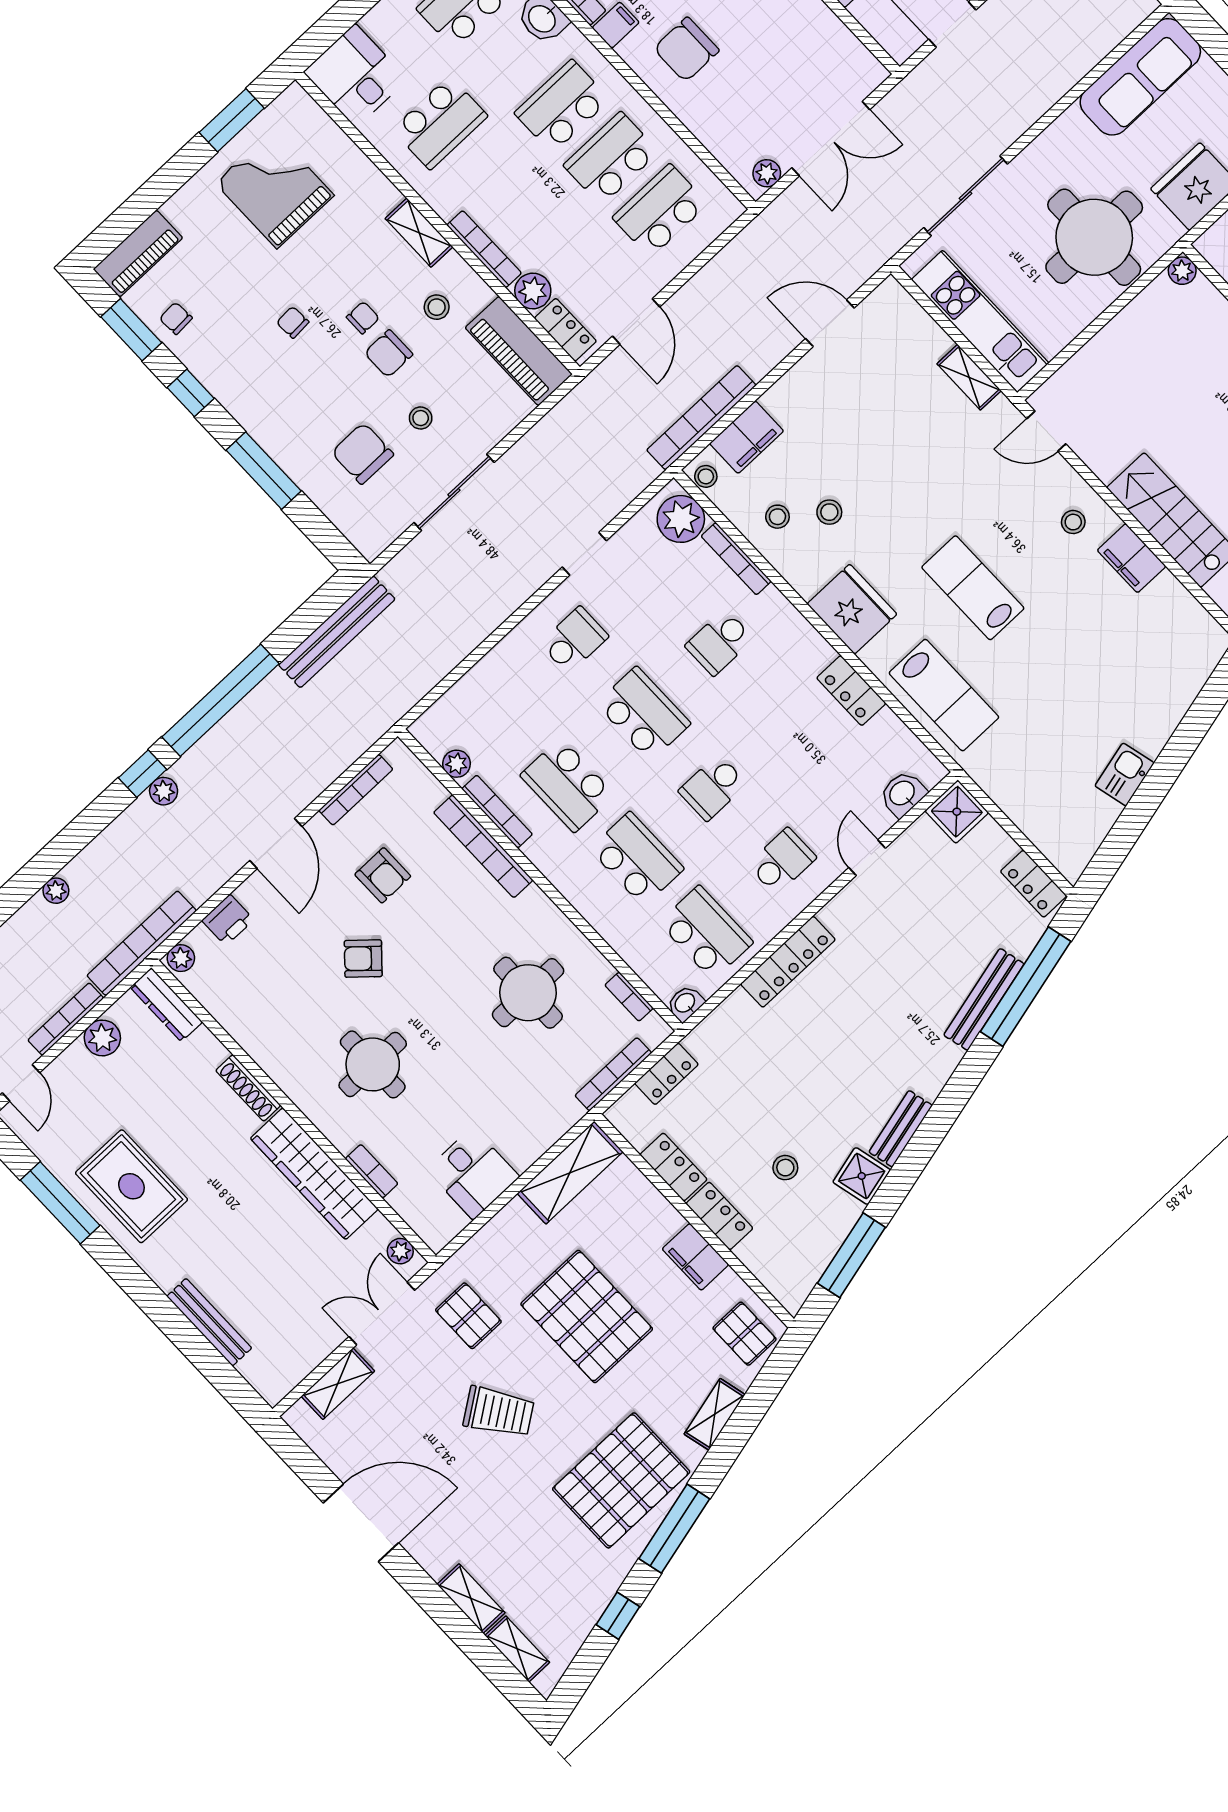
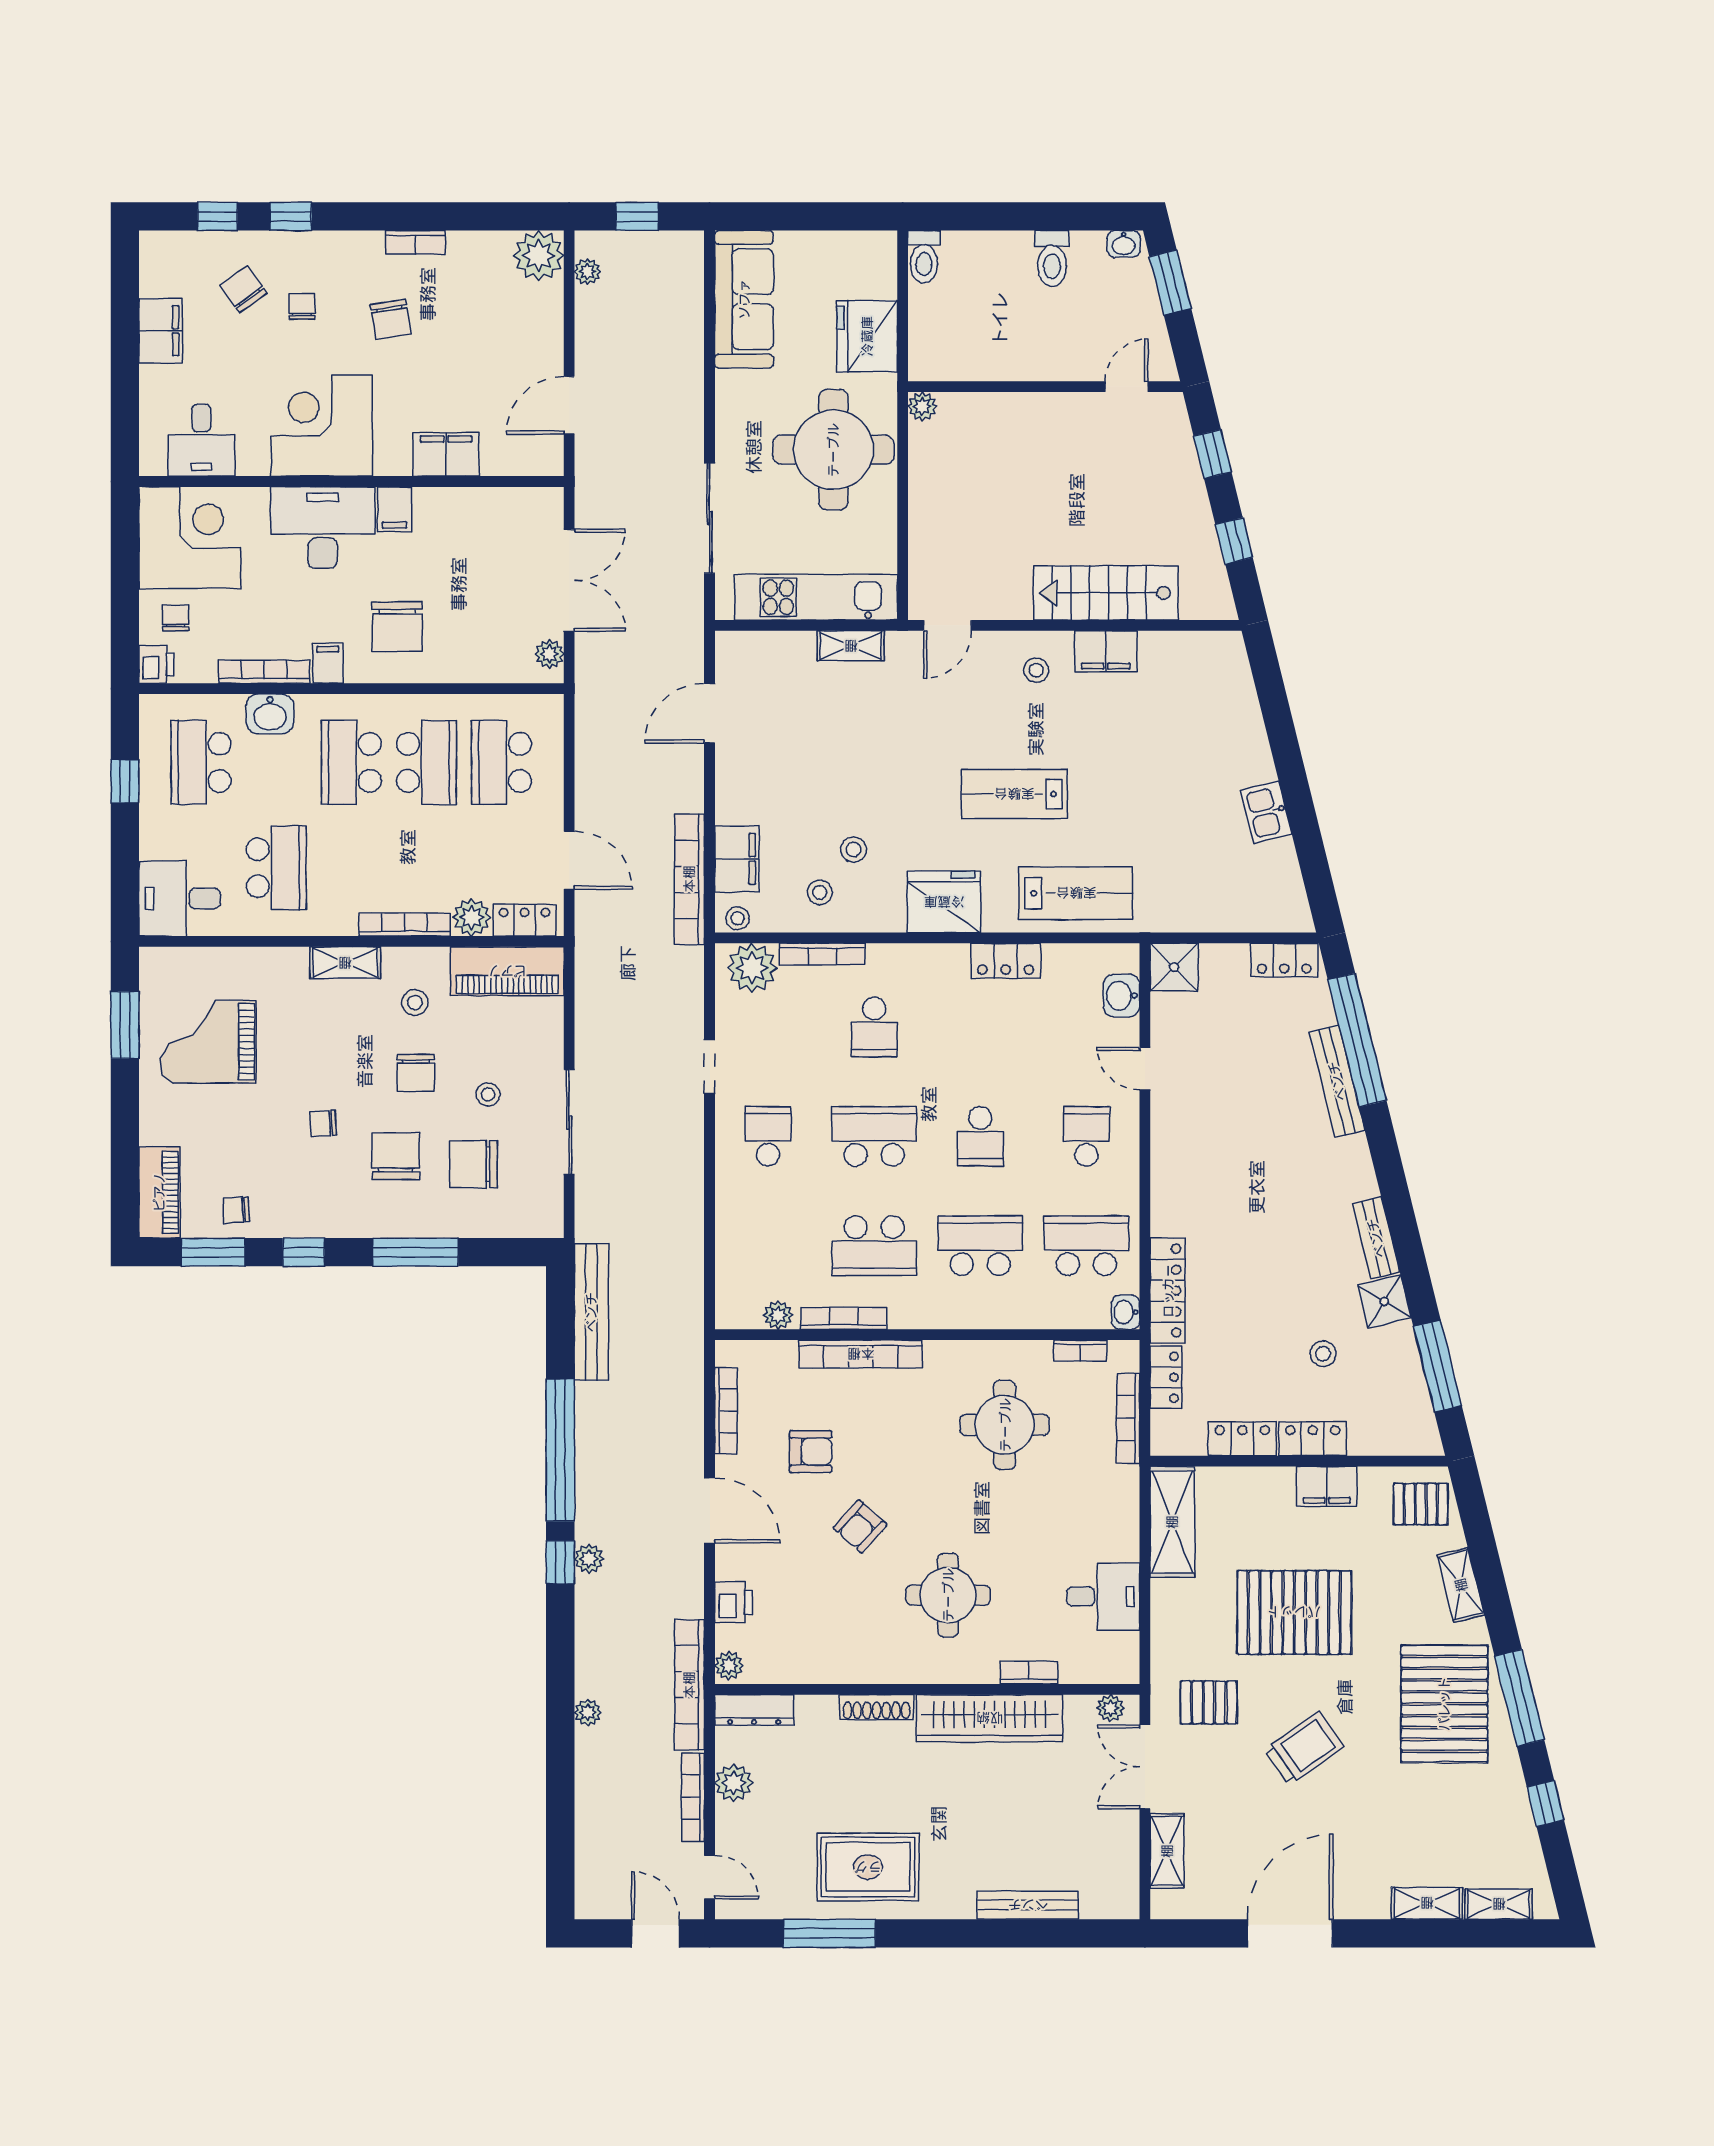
school desk: (611, 158) -> (426, 762), turned 180
chair: (363, 318) -> (396, 1156), moved, width x1.87, depth x1.87
locker: (788, 962) -> (1168, 1291), moved

